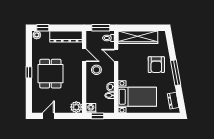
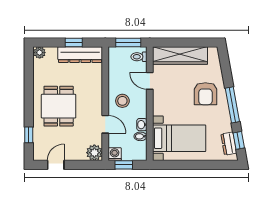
window: (43, 28) -> (74, 43), moved
door: (84, 55) -> (105, 124), moved
window: (29, 72) -> (29, 135), moved
window: (180, 98) -> (239, 140), added

